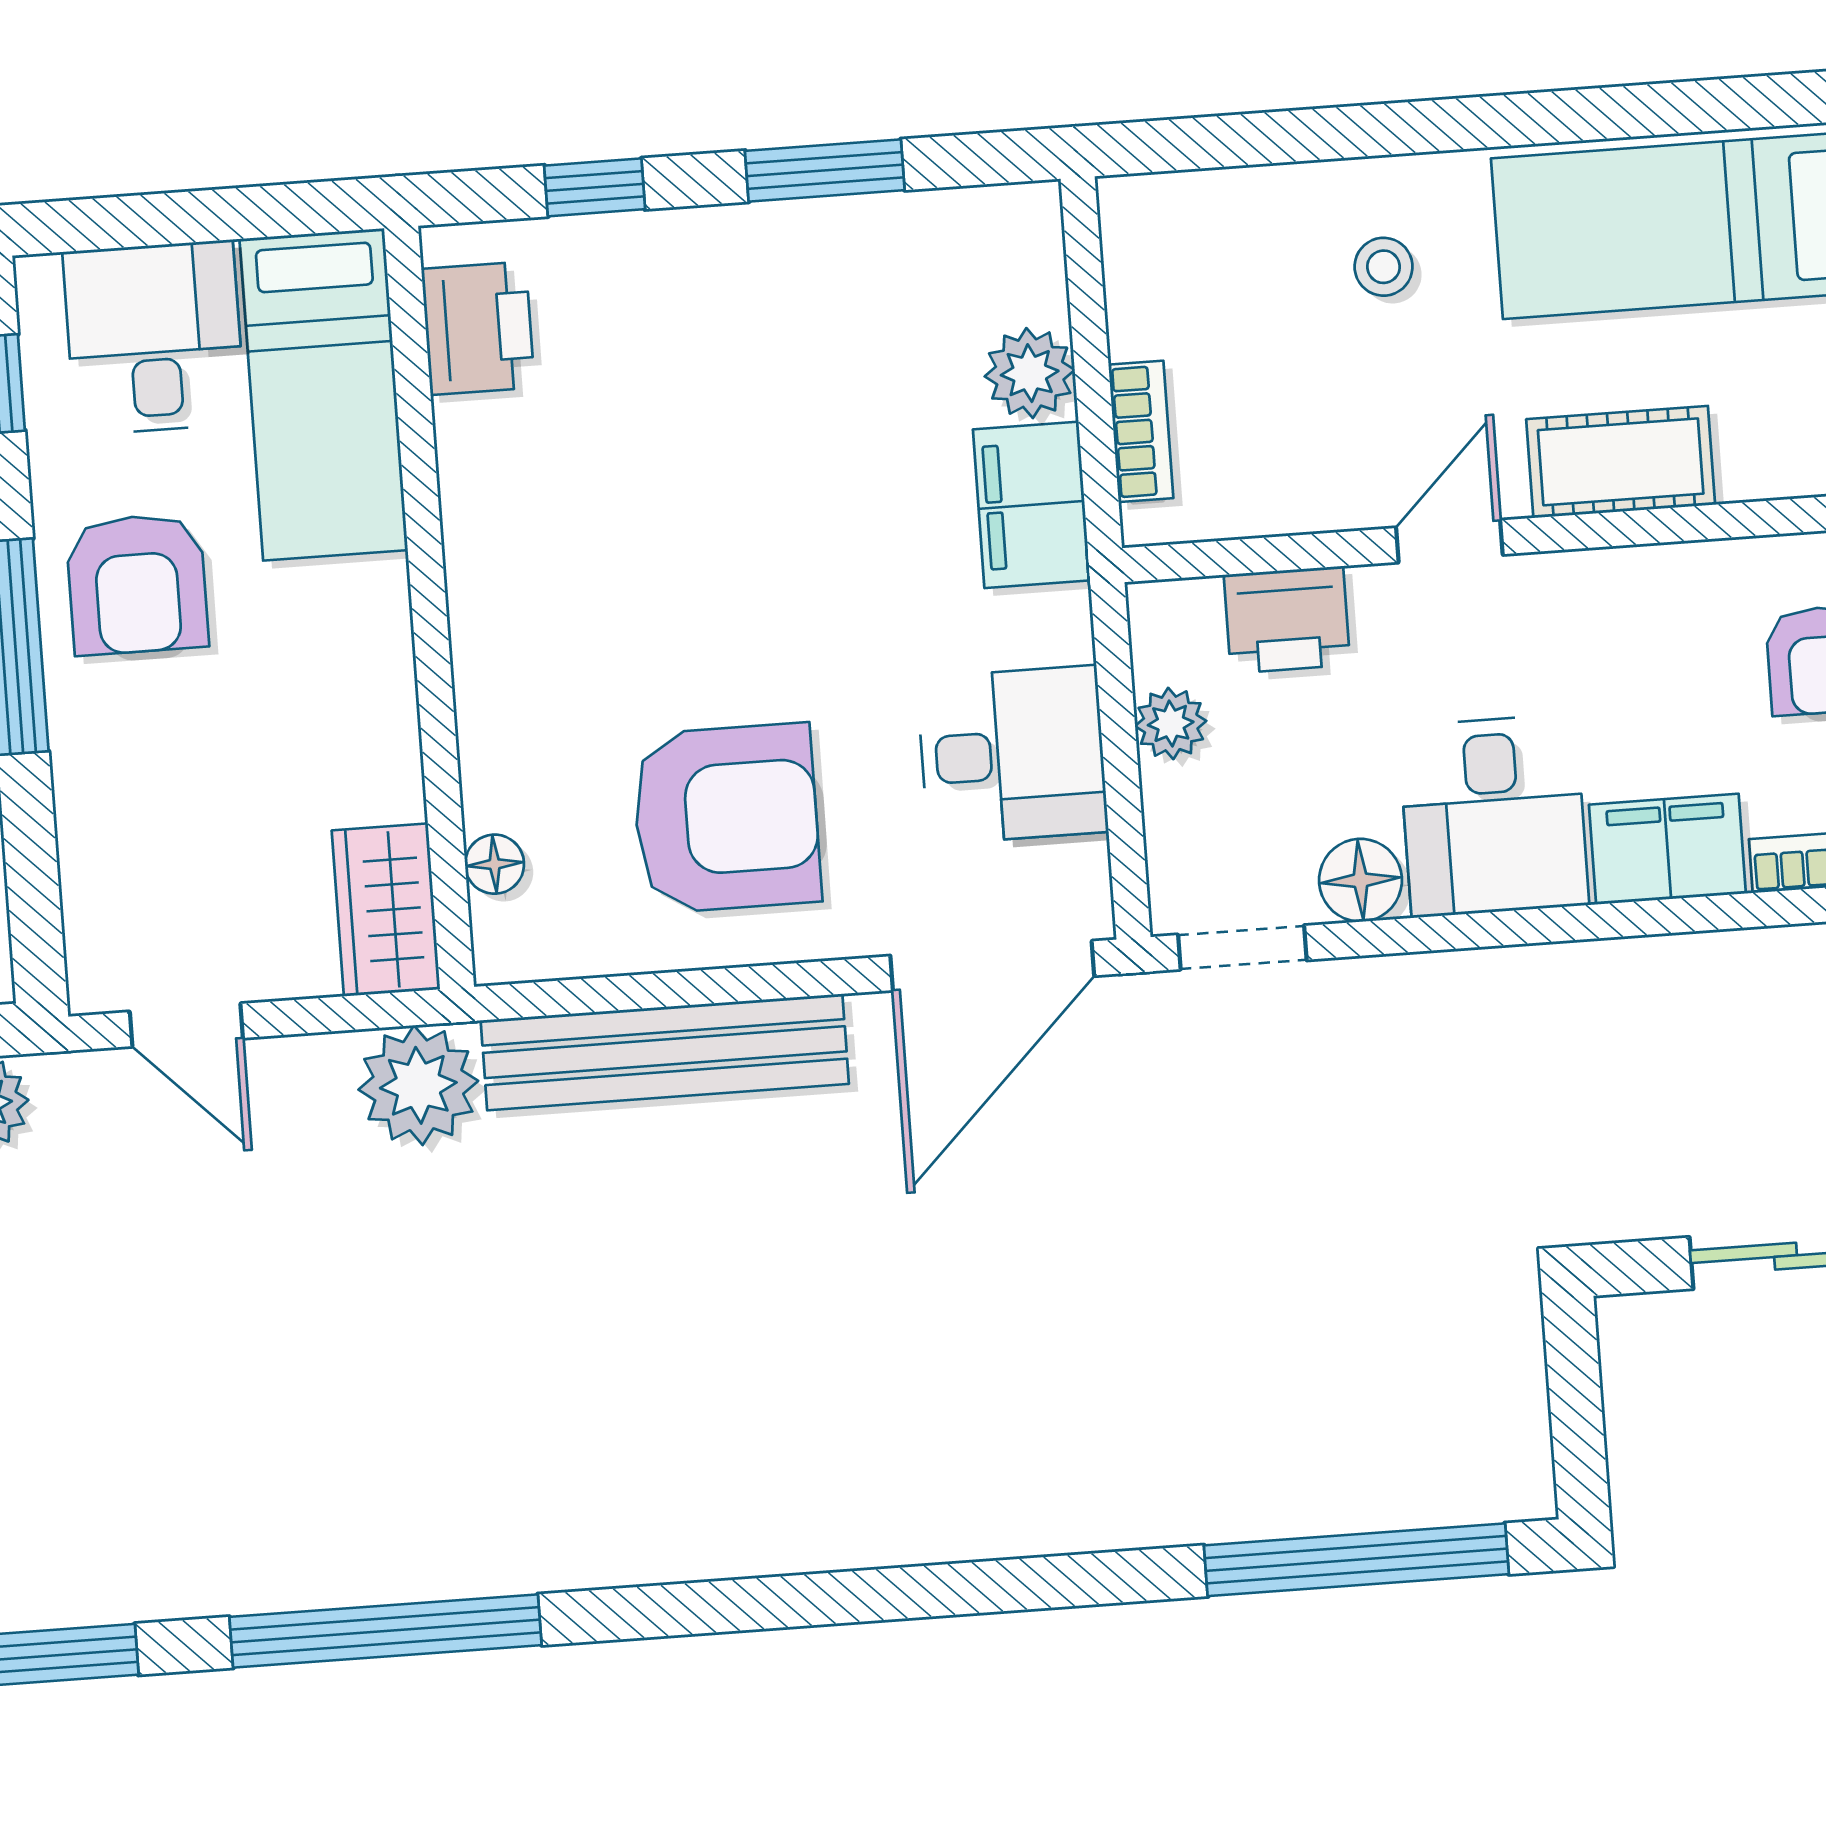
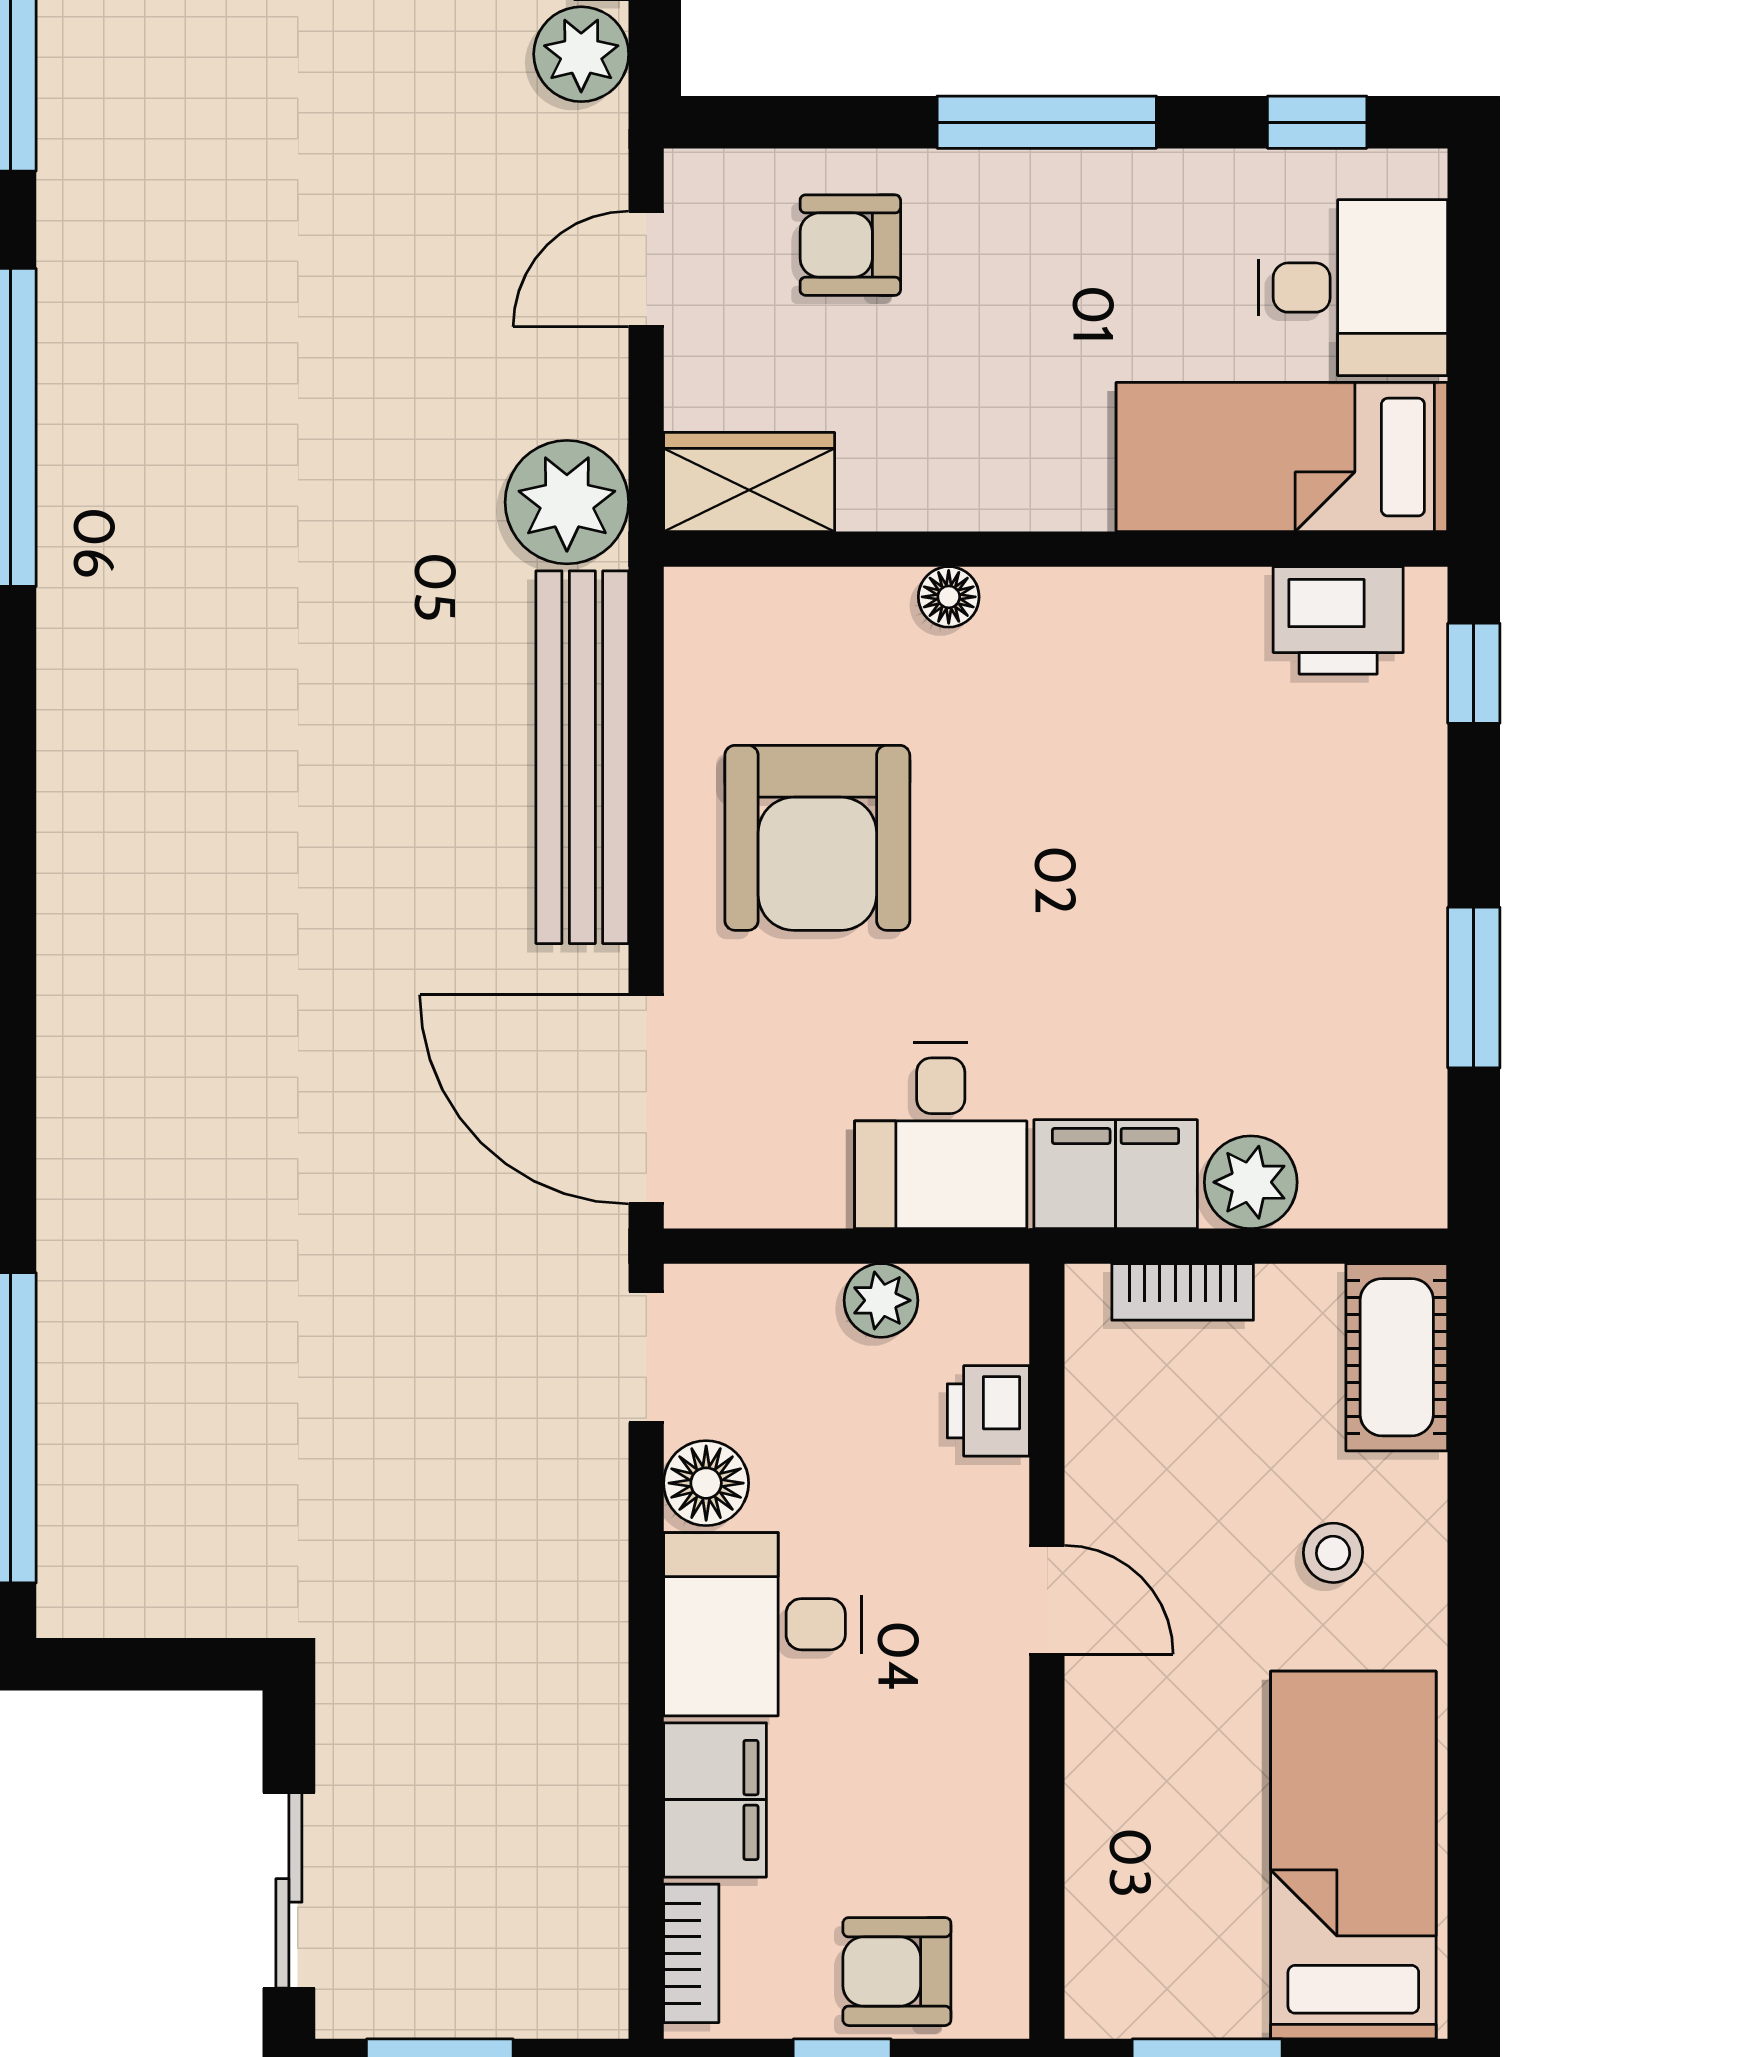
window: (595, 187) -> (1474, 673), moved
cot: (1621, 462) -> (1397, 1357), moved
armchair: (137, 584) -> (850, 245), moved, width x0.72, depth x0.72
printer: (1287, 620) -> (988, 1411), width x0.73, depth x0.81
desk: (1012, 755) -> (941, 1136), moved
floor lamp: (495, 864) -> (949, 597), moved

